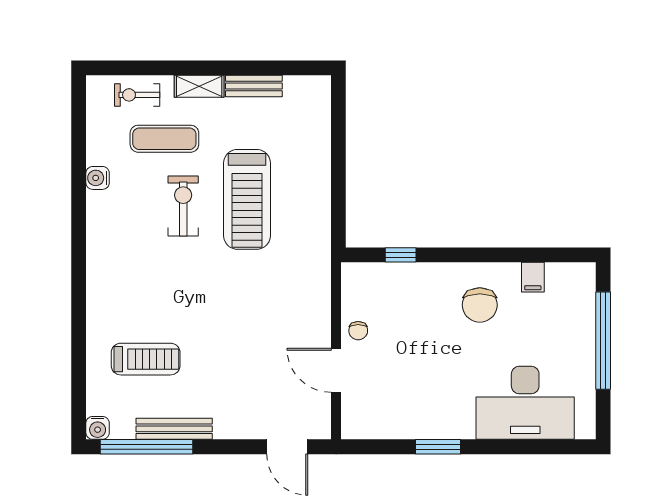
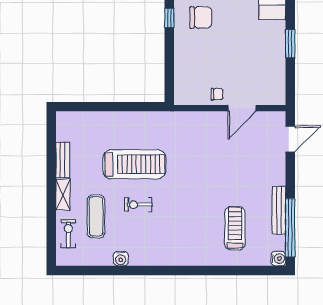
exercise bike: (137, 95) -> (68, 234), turned 180
exercise bike: (183, 206) -> (138, 205), width x0.73, depth x0.72
window: (401, 255) -> (169, 18), moved

